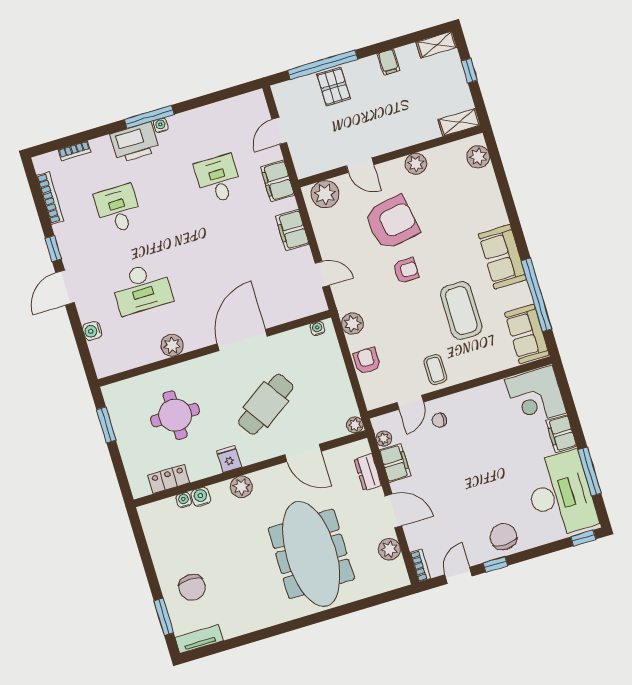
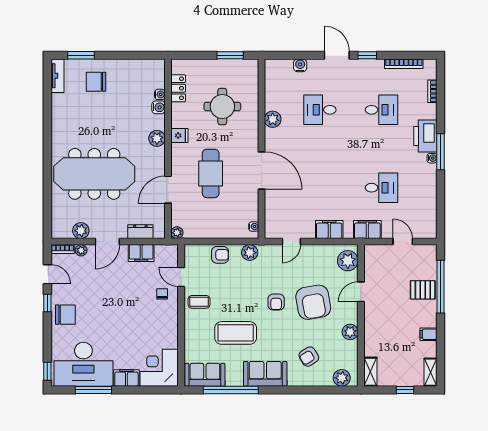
armchair: (463, 207) -> (309, 357), added
desk: (142, 288) -> (320, 110), width x0.73
cafe table: (266, 404) -> (211, 173), turned 34
plant: (384, 439) -> (81, 250), moved

